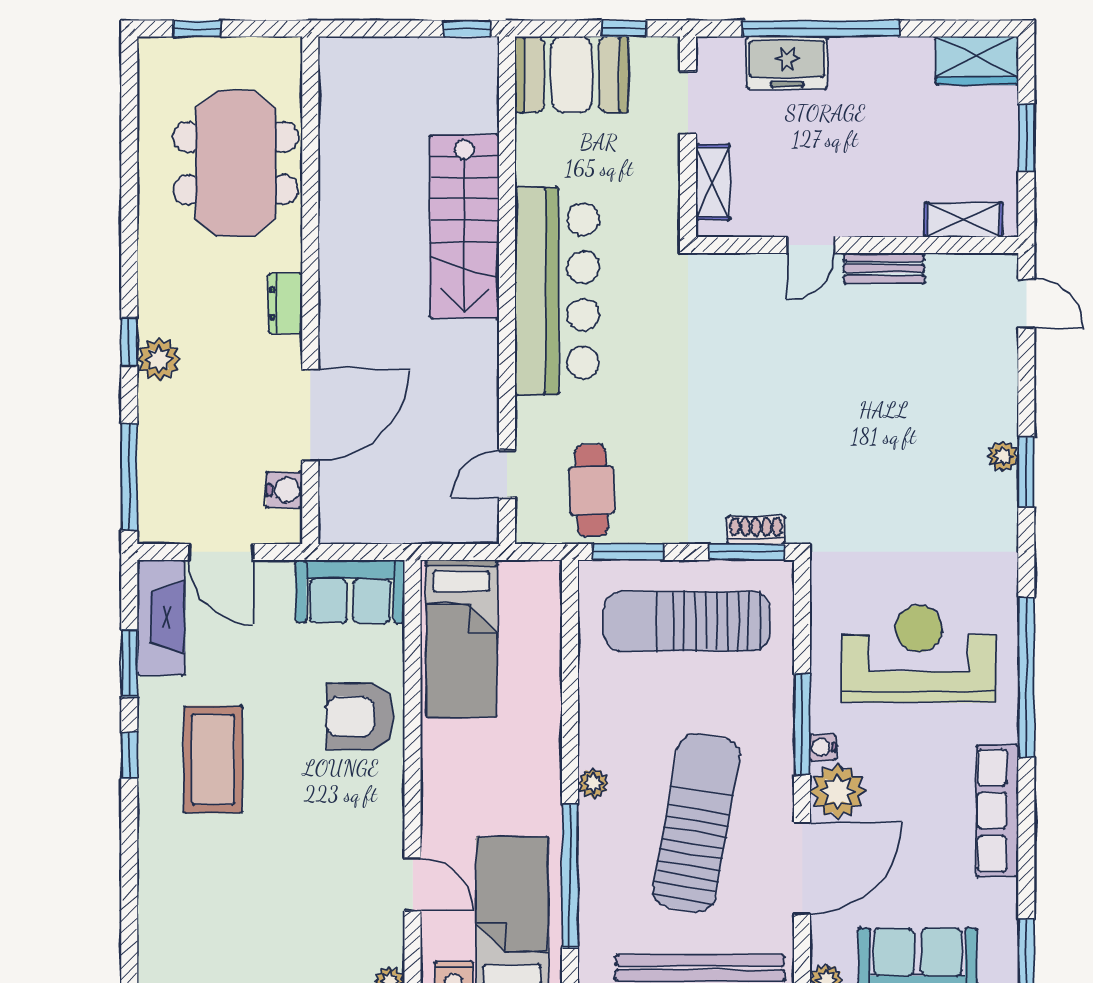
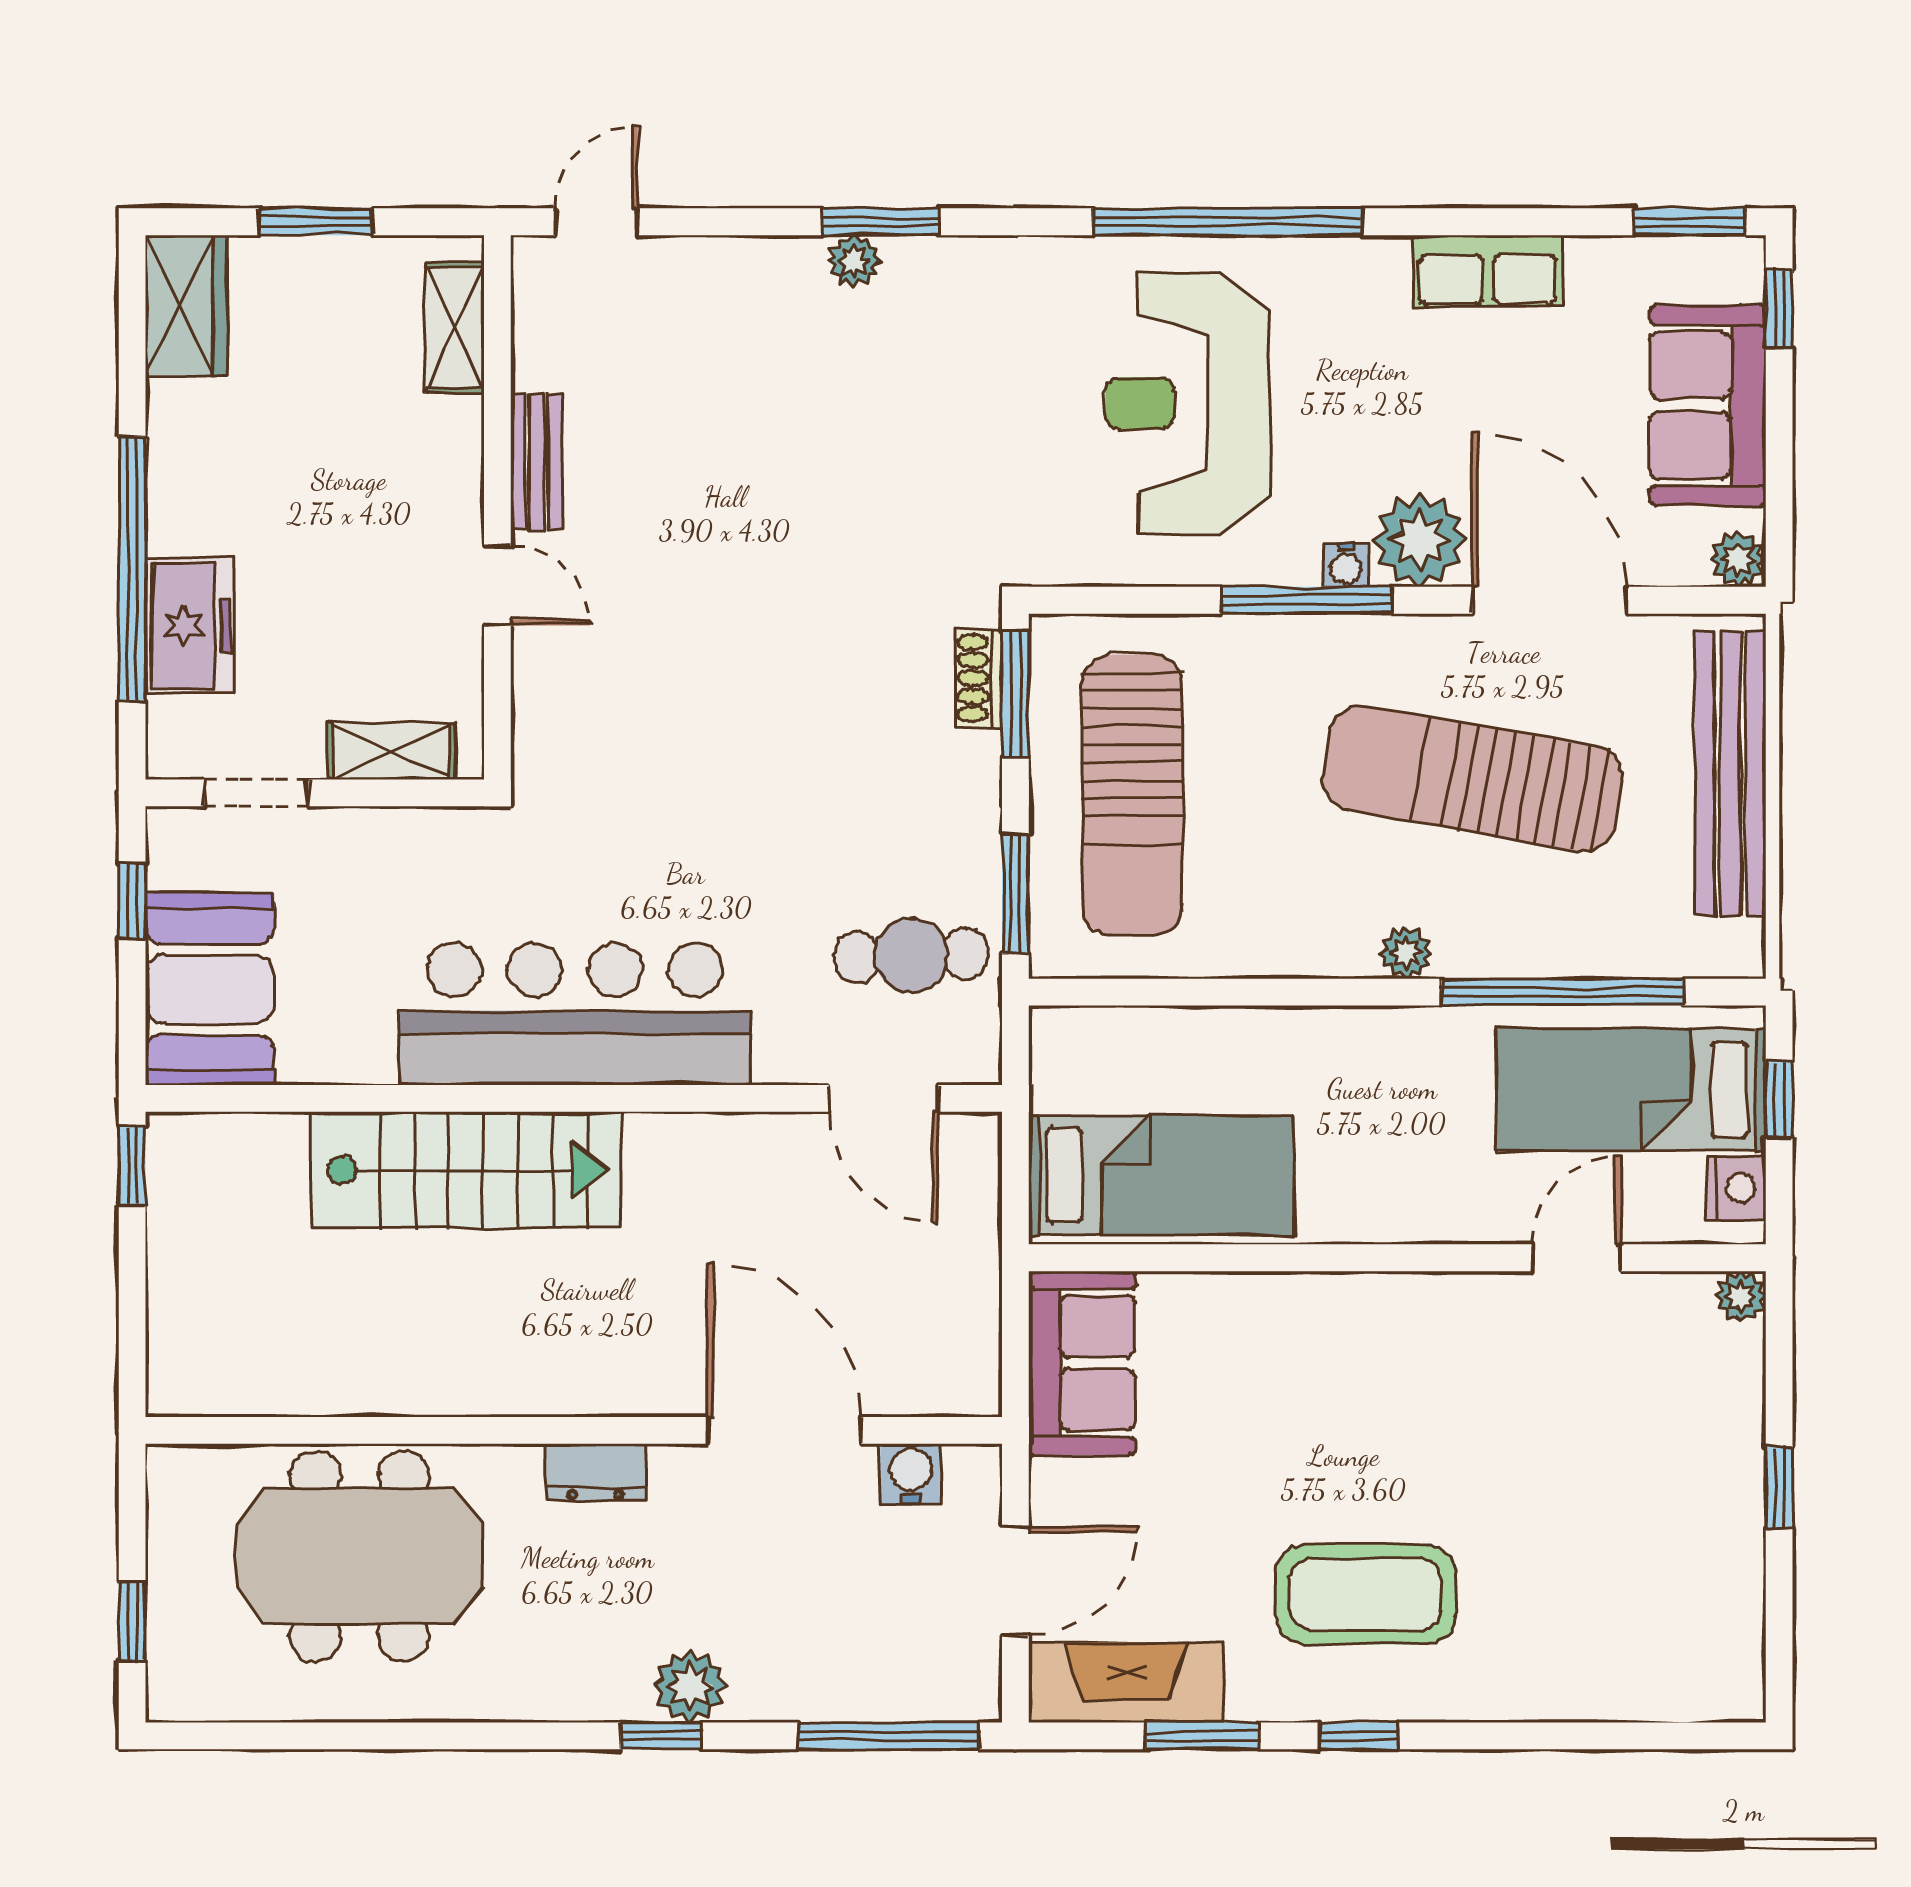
door: (507, 474) -> (884, 1098), width x1.37
armchair: (360, 716) -> (1293, 1347), removed
row of seats: (997, 811) -> (1488, 271), width x0.68

